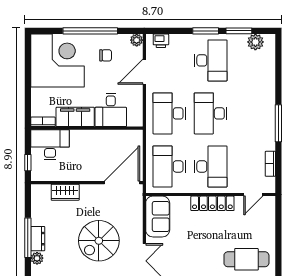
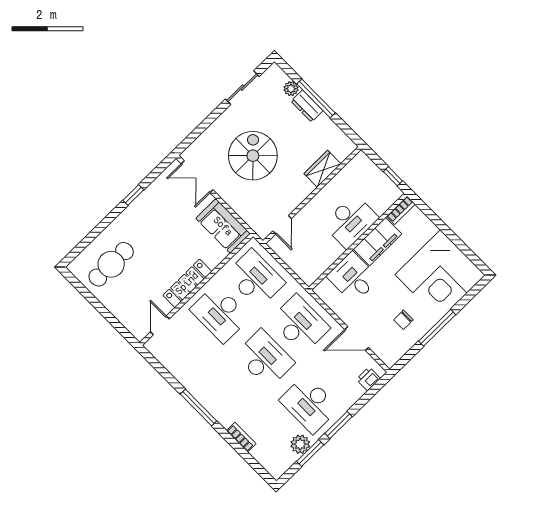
window: (90, 31) -> (437, 328), width x0.68
plant: (137, 40) -> (390, 359), removed
plant: (255, 42) -> (300, 444), moved
door: (144, 72) -> (357, 338), swing flipped
desk: (50, 145) -> (351, 221), moved
window: (28, 163) -> (393, 176), moved
bookcase: (270, 164) -> (241, 437), moved
door: (122, 183) -> (282, 225), width x0.53

